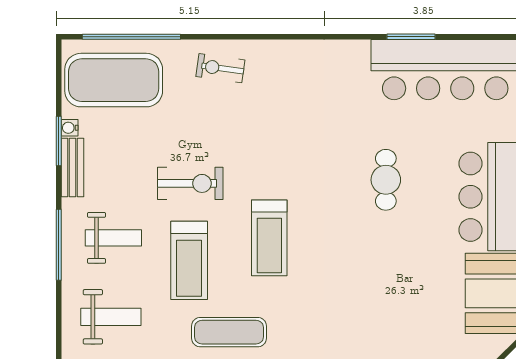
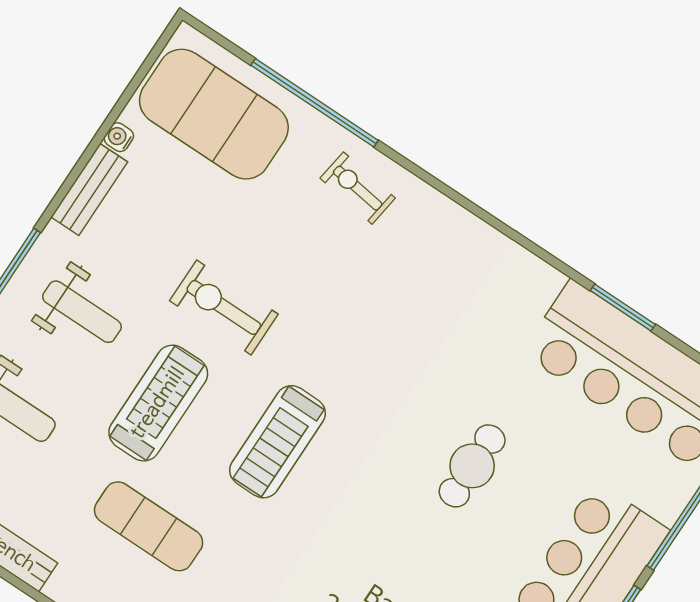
window: (131, 37) -> (315, 103), moved
window: (59, 141) -> (94, 145), removed
exercise bike: (190, 183) -> (224, 307), turned 180
treadmill: (189, 260) -> (158, 403), turned 180

